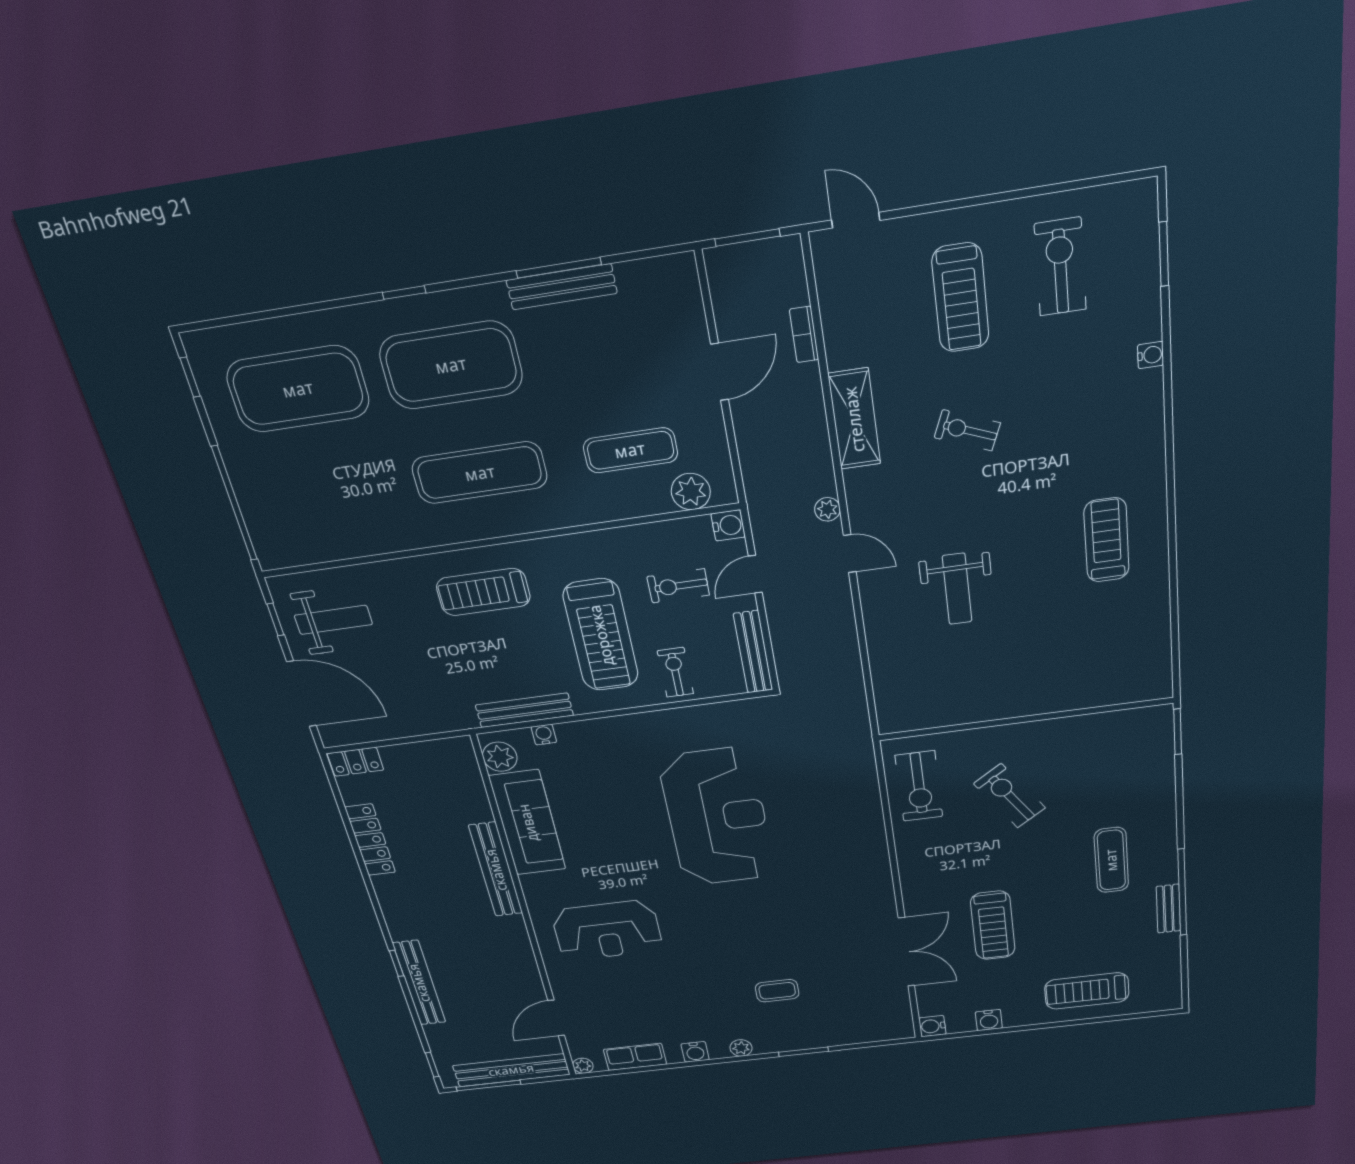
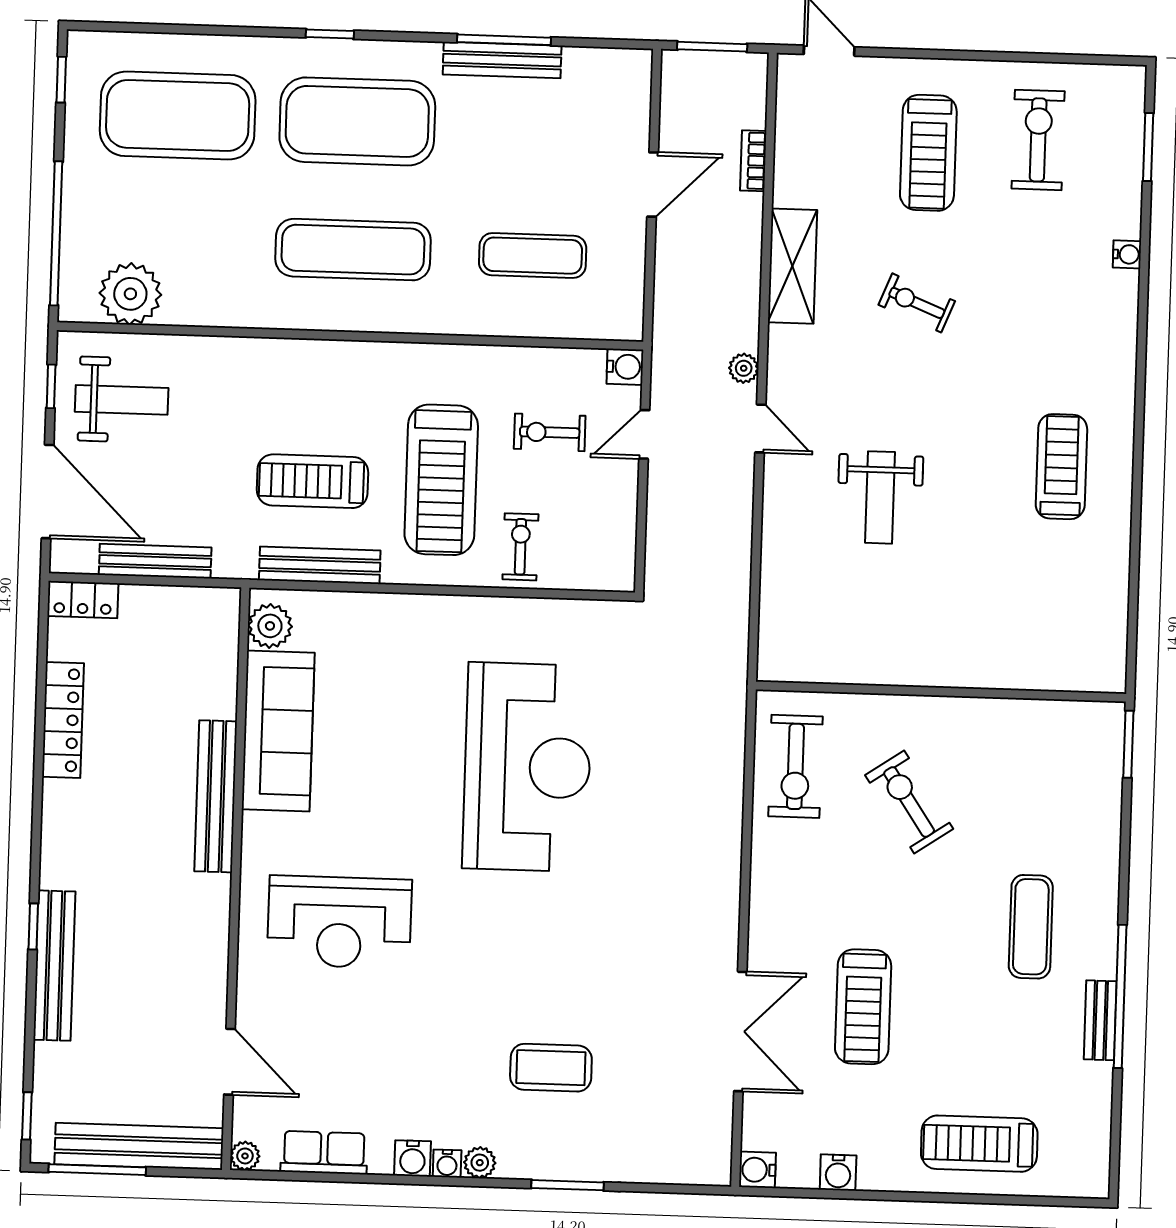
plant: (691, 492) -> (130, 294), moved, width x1.36, depth x1.36
treadmill: (483, 592) -> (313, 481), moved
bench: (753, 652) -> (155, 561), moved, turned 90
water cooler: (544, 735) -> (447, 1164), moved, turned 180
coffee table: (777, 991) -> (551, 1068), width x1.36, depth x1.30
door: (556, 1018) -> (230, 1062), swing flipped

